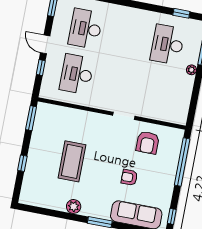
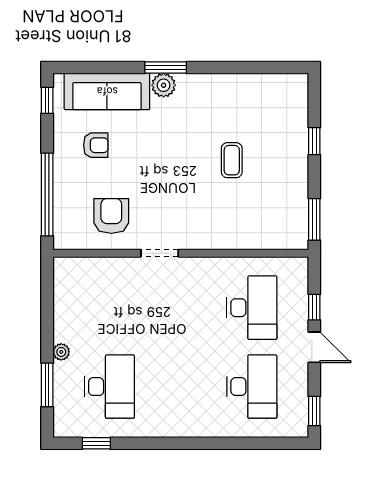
coffee table: (72, 161) -> (232, 160), width x0.54, depth x0.58
armchair: (129, 177) -> (96, 145), moved
plant: (74, 206) -> (164, 85), moved

